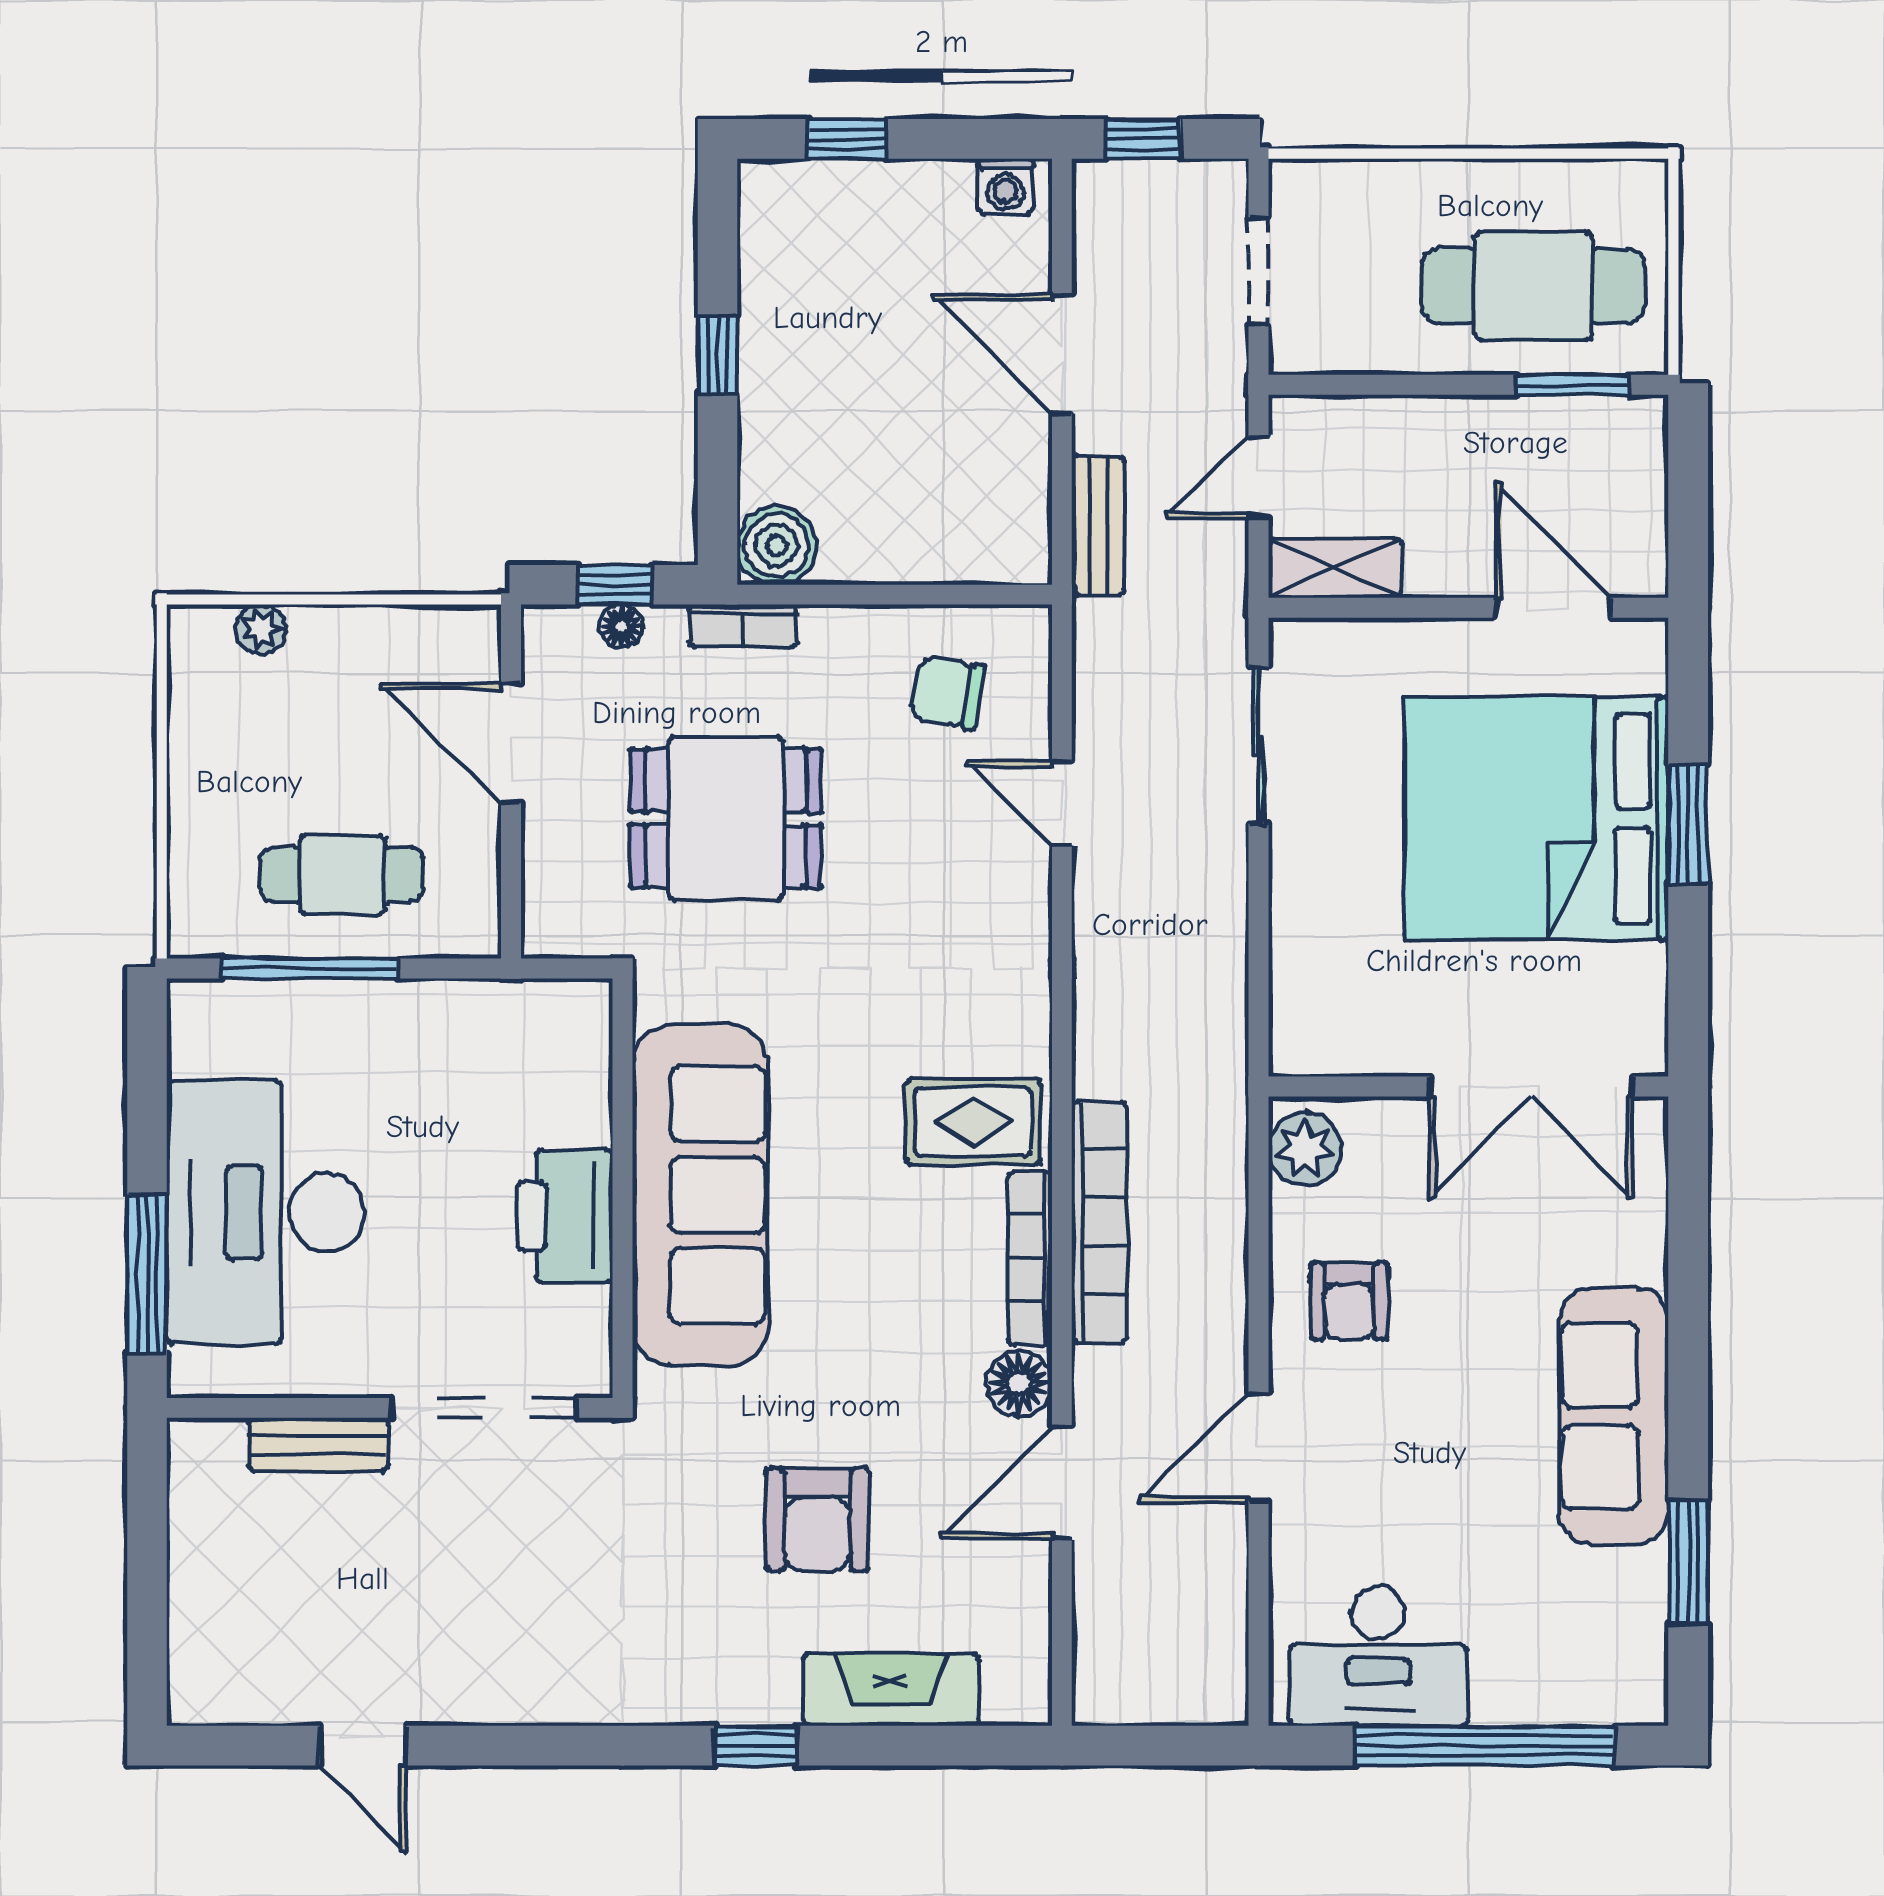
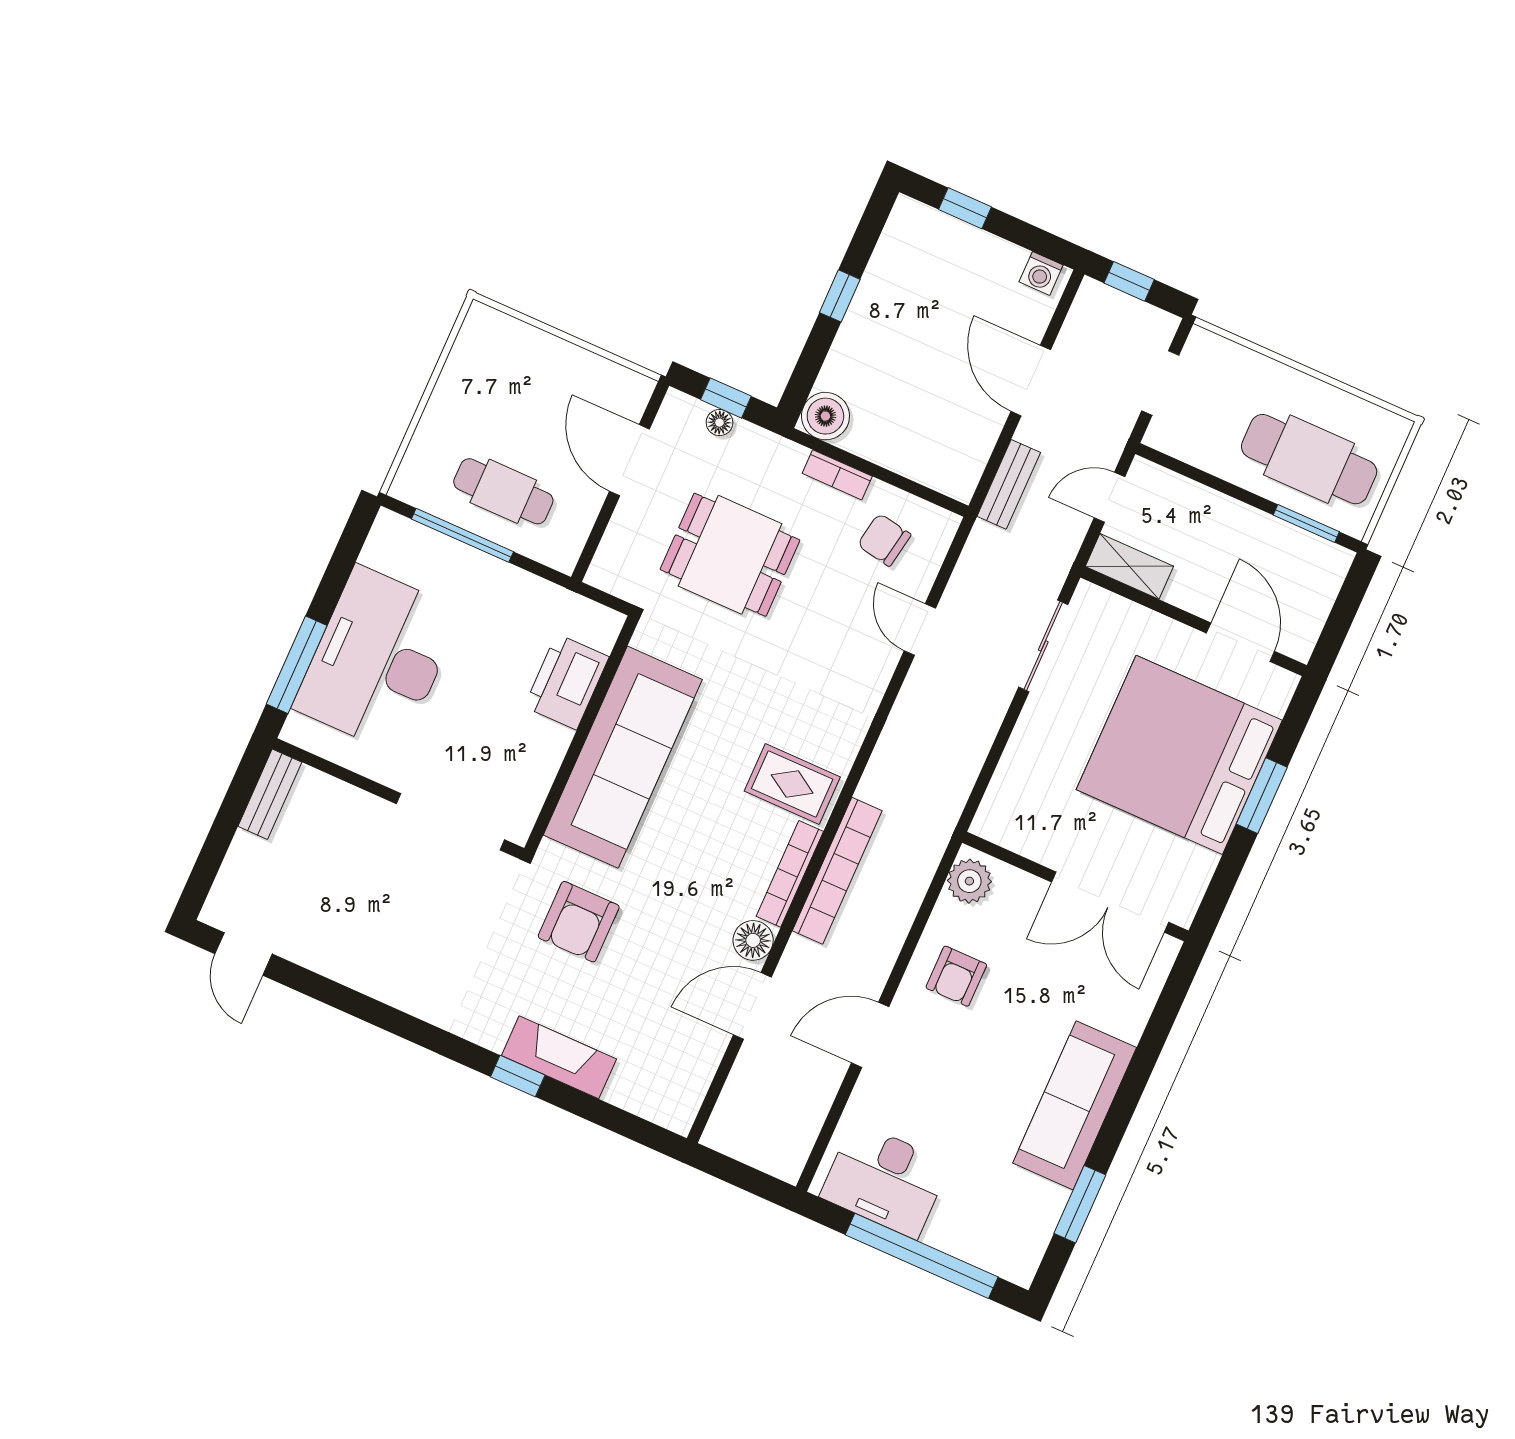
bookcase: (743, 626) -> (837, 475), moved
plant: (260, 629) -> (519, 335), removed
printer: (565, 1216) -> (567, 682), moved
bench: (318, 1444) -> (270, 794), moved, turned 90
armchair: (817, 1520) -> (579, 922), moved
fireplace: (891, 1690) -> (559, 1057), moved
door: (363, 1746) -> (243, 954), moved

